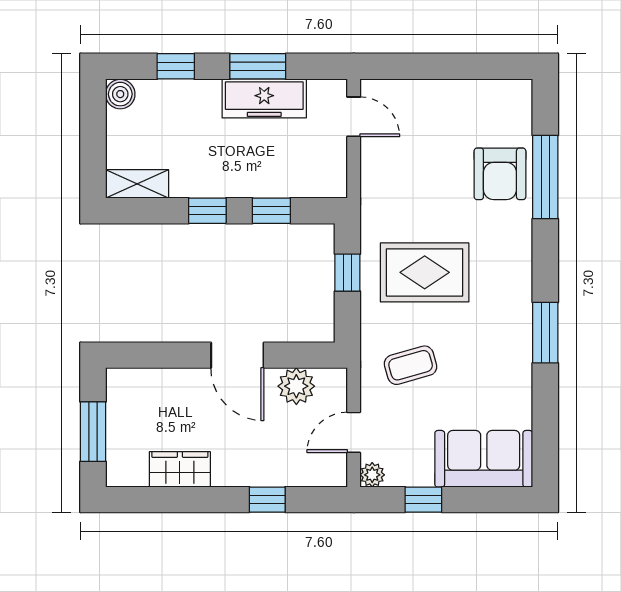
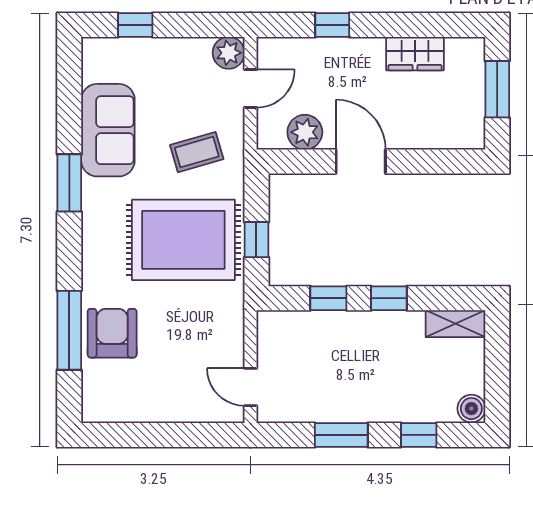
freezer: (264, 98) -> (335, 405), removed
rug: (425, 272) -> (183, 240), width x1.37, depth x1.44
sofa: (484, 459) -> (108, 130), moved, turned -90
plant: (372, 475) -> (229, 53), width x1.38, depth x1.38
window: (423, 500) -> (135, 25), moved

